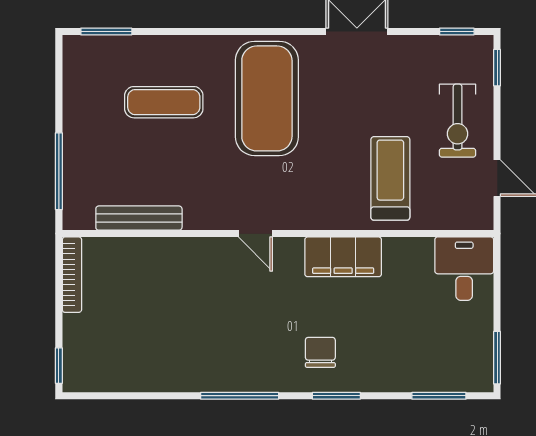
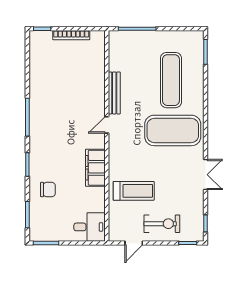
exercise mat: (164, 102) -> (171, 80), width x1.36, depth x1.45
exercise bike: (458, 121) -> (162, 224), turned 180
bench: (139, 218) -> (114, 93), moved
bookcase: (72, 275) -> (71, 35), moved
chair: (320, 352) -> (48, 190), moved

